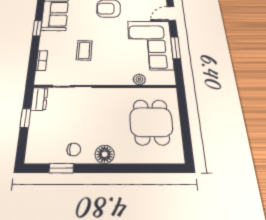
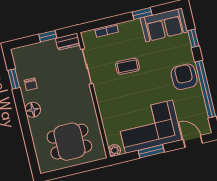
plant: (139, 79) -> (114, 150), moved

